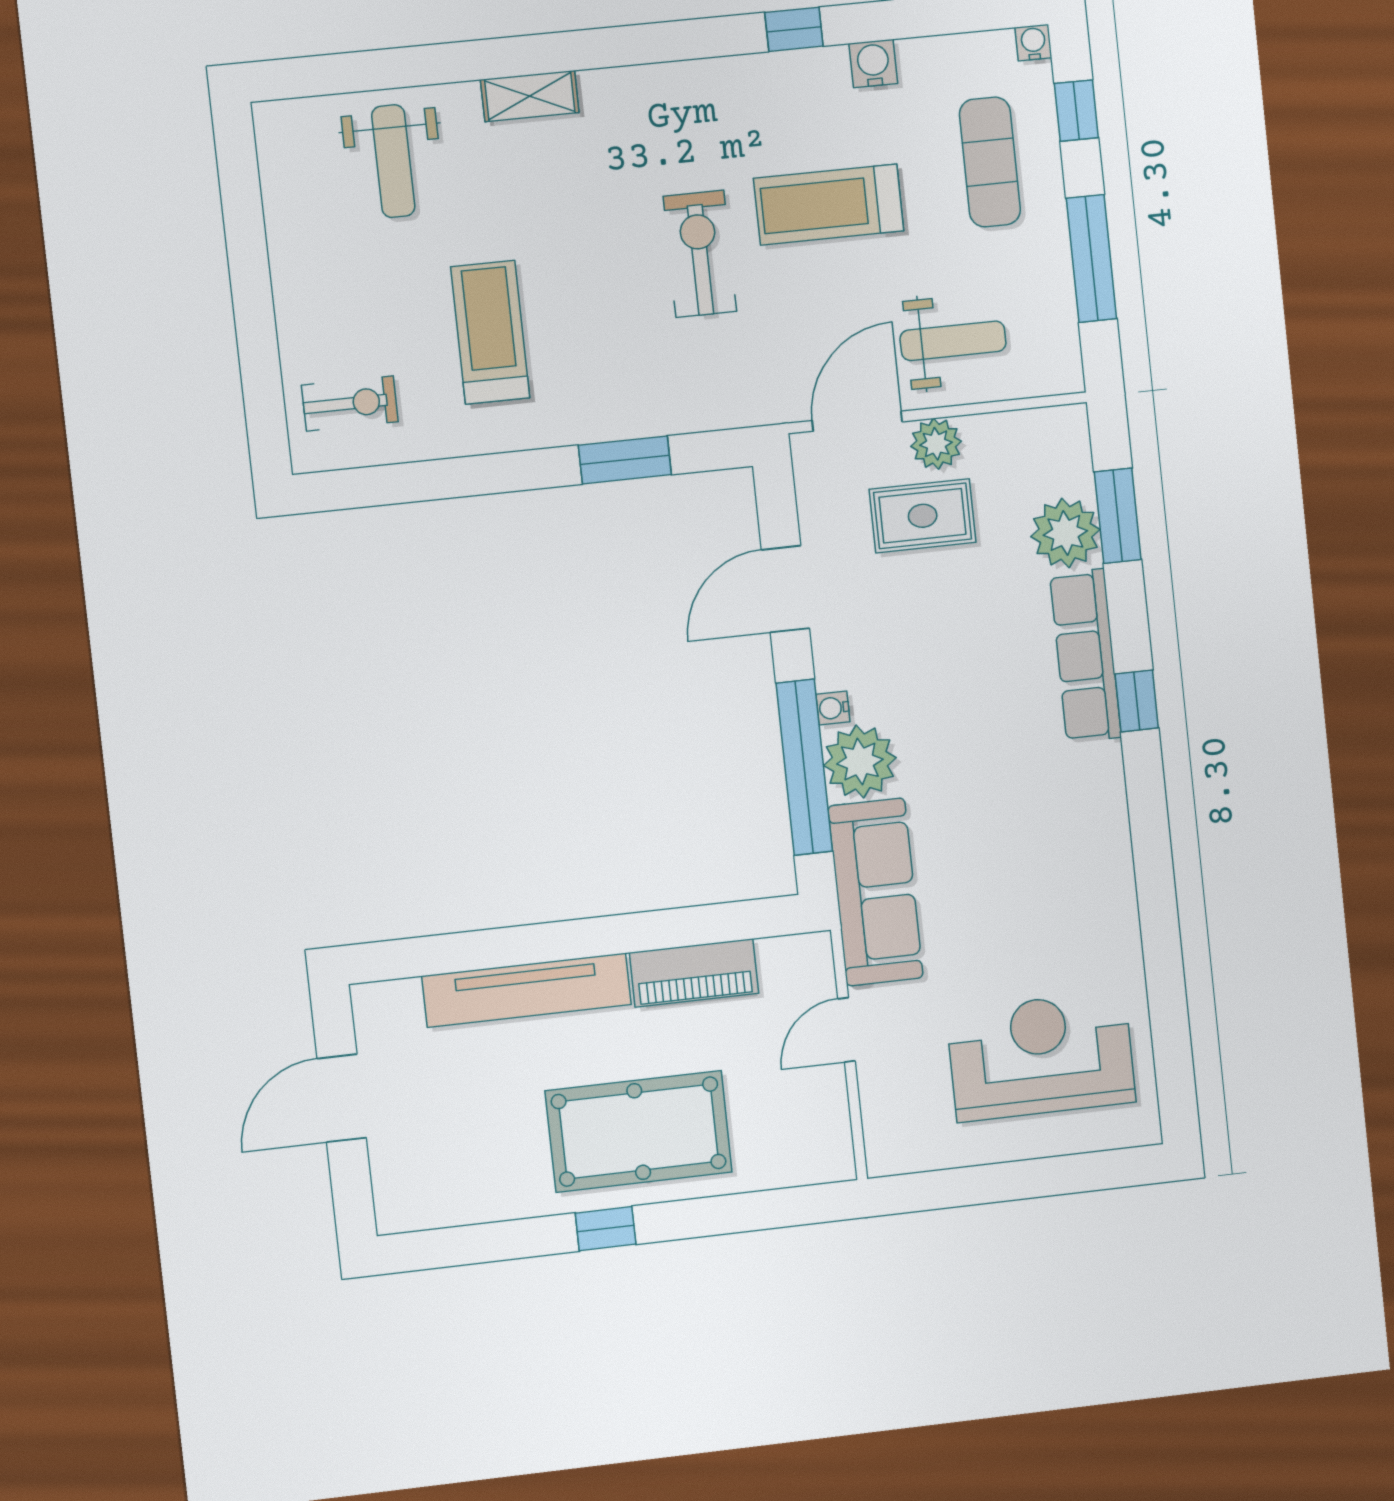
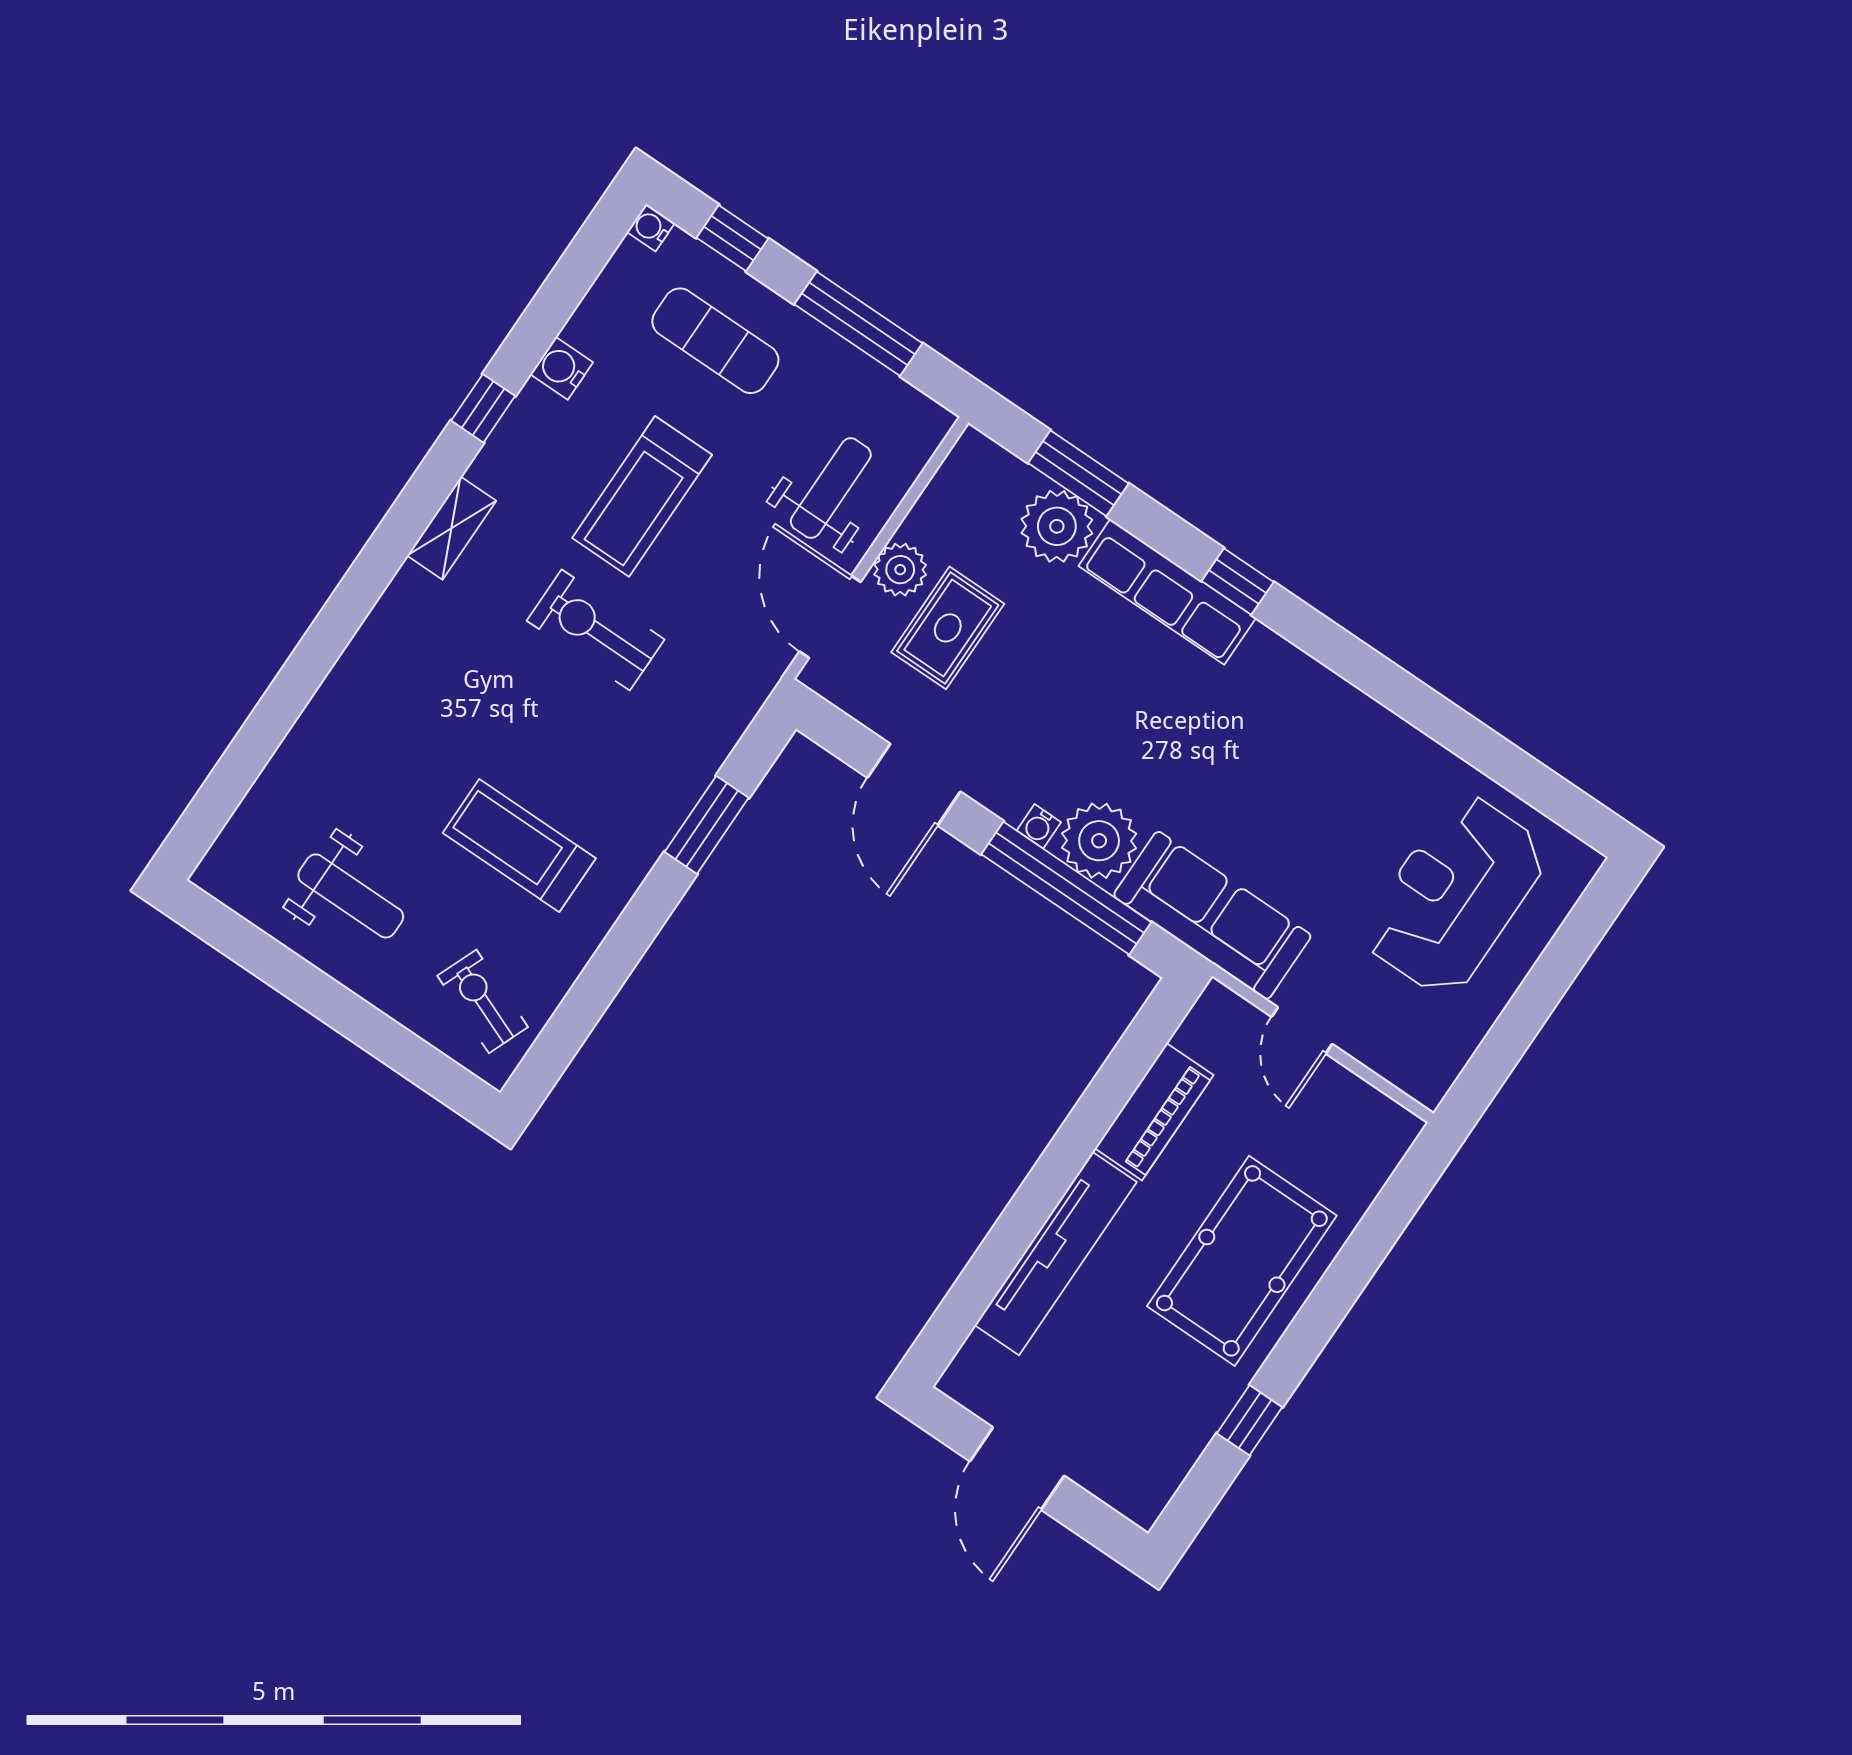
shelving: (530, 96) -> (452, 528), moved
weight bench: (393, 161) -> (351, 896), moved
exercise bike: (350, 403) -> (483, 1001), turned -68
window: (606, 1229) -> (1250, 1420), moved

